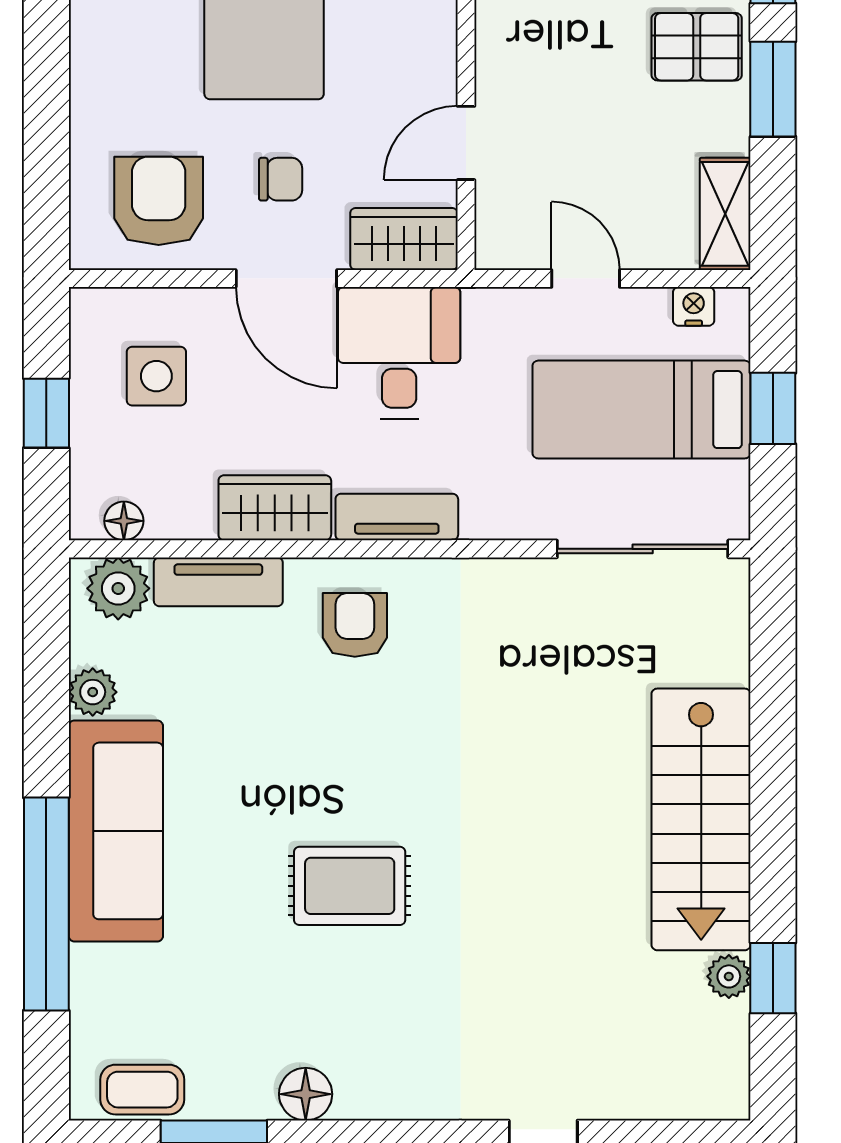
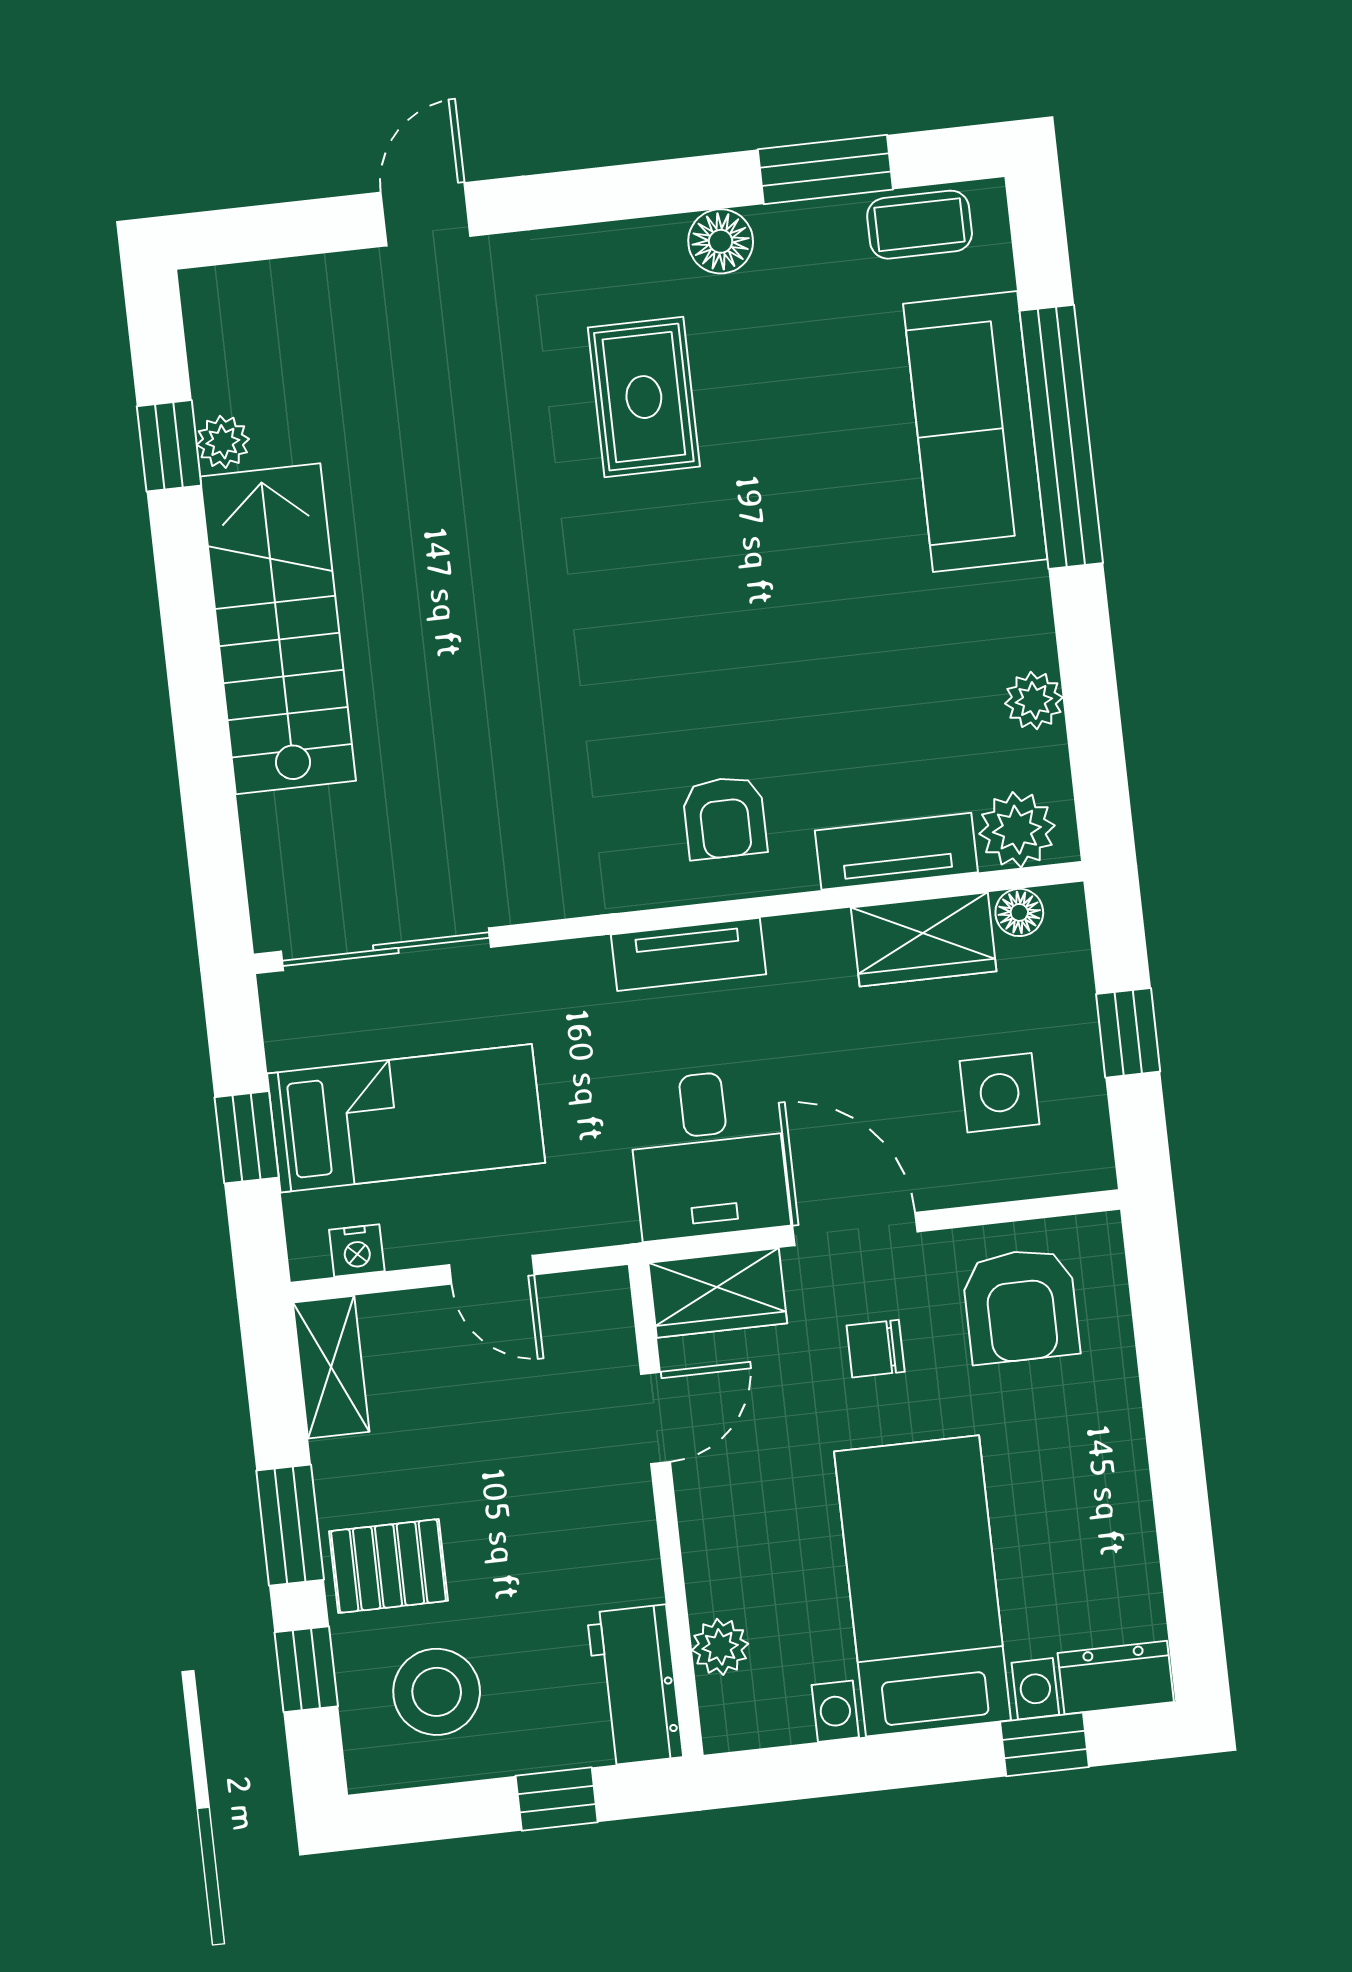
wardrobe: (275, 508) -> (924, 939), moved
sofa: (116, 831) -> (975, 432), moved
rug: (350, 886) -> (644, 397), moved, turned 90

